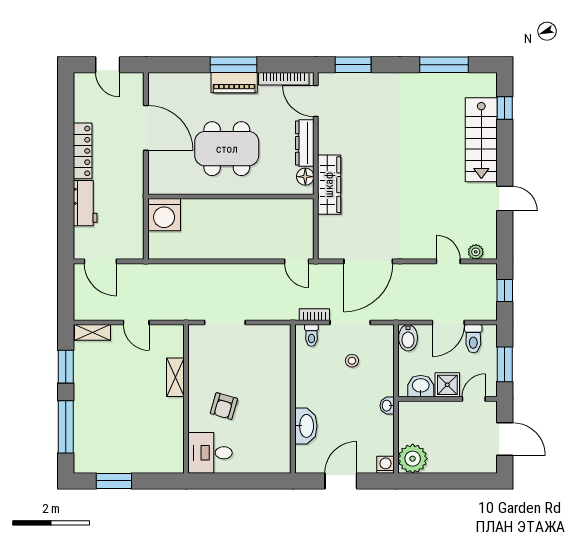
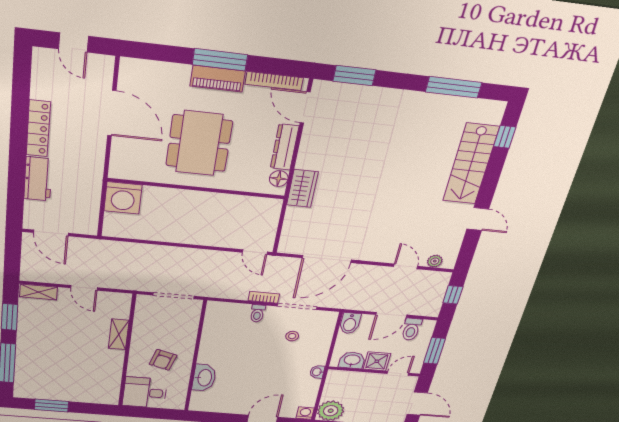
dining table: (227, 149) -> (199, 143), turned 90
wardrobe: (329, 185) -> (302, 188), width x0.67
wall: (293, 399) -> (195, 357), moved
washbasin: (306, 426) -> (204, 378), moved

